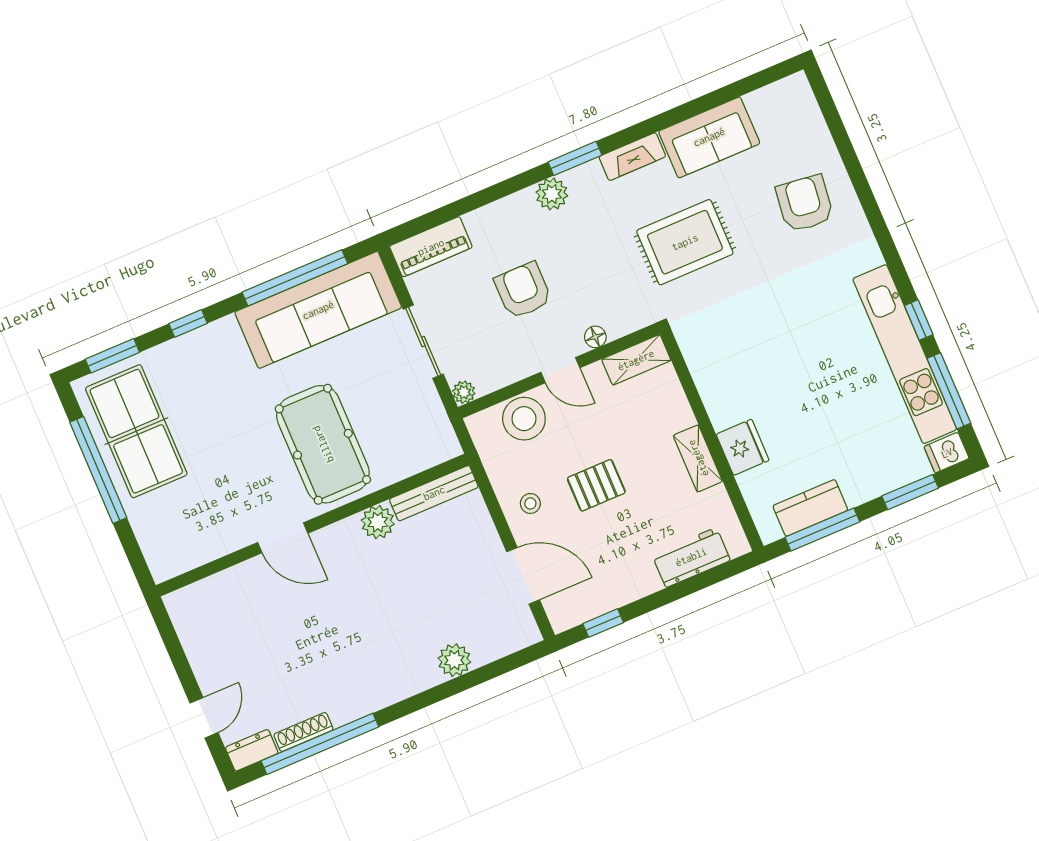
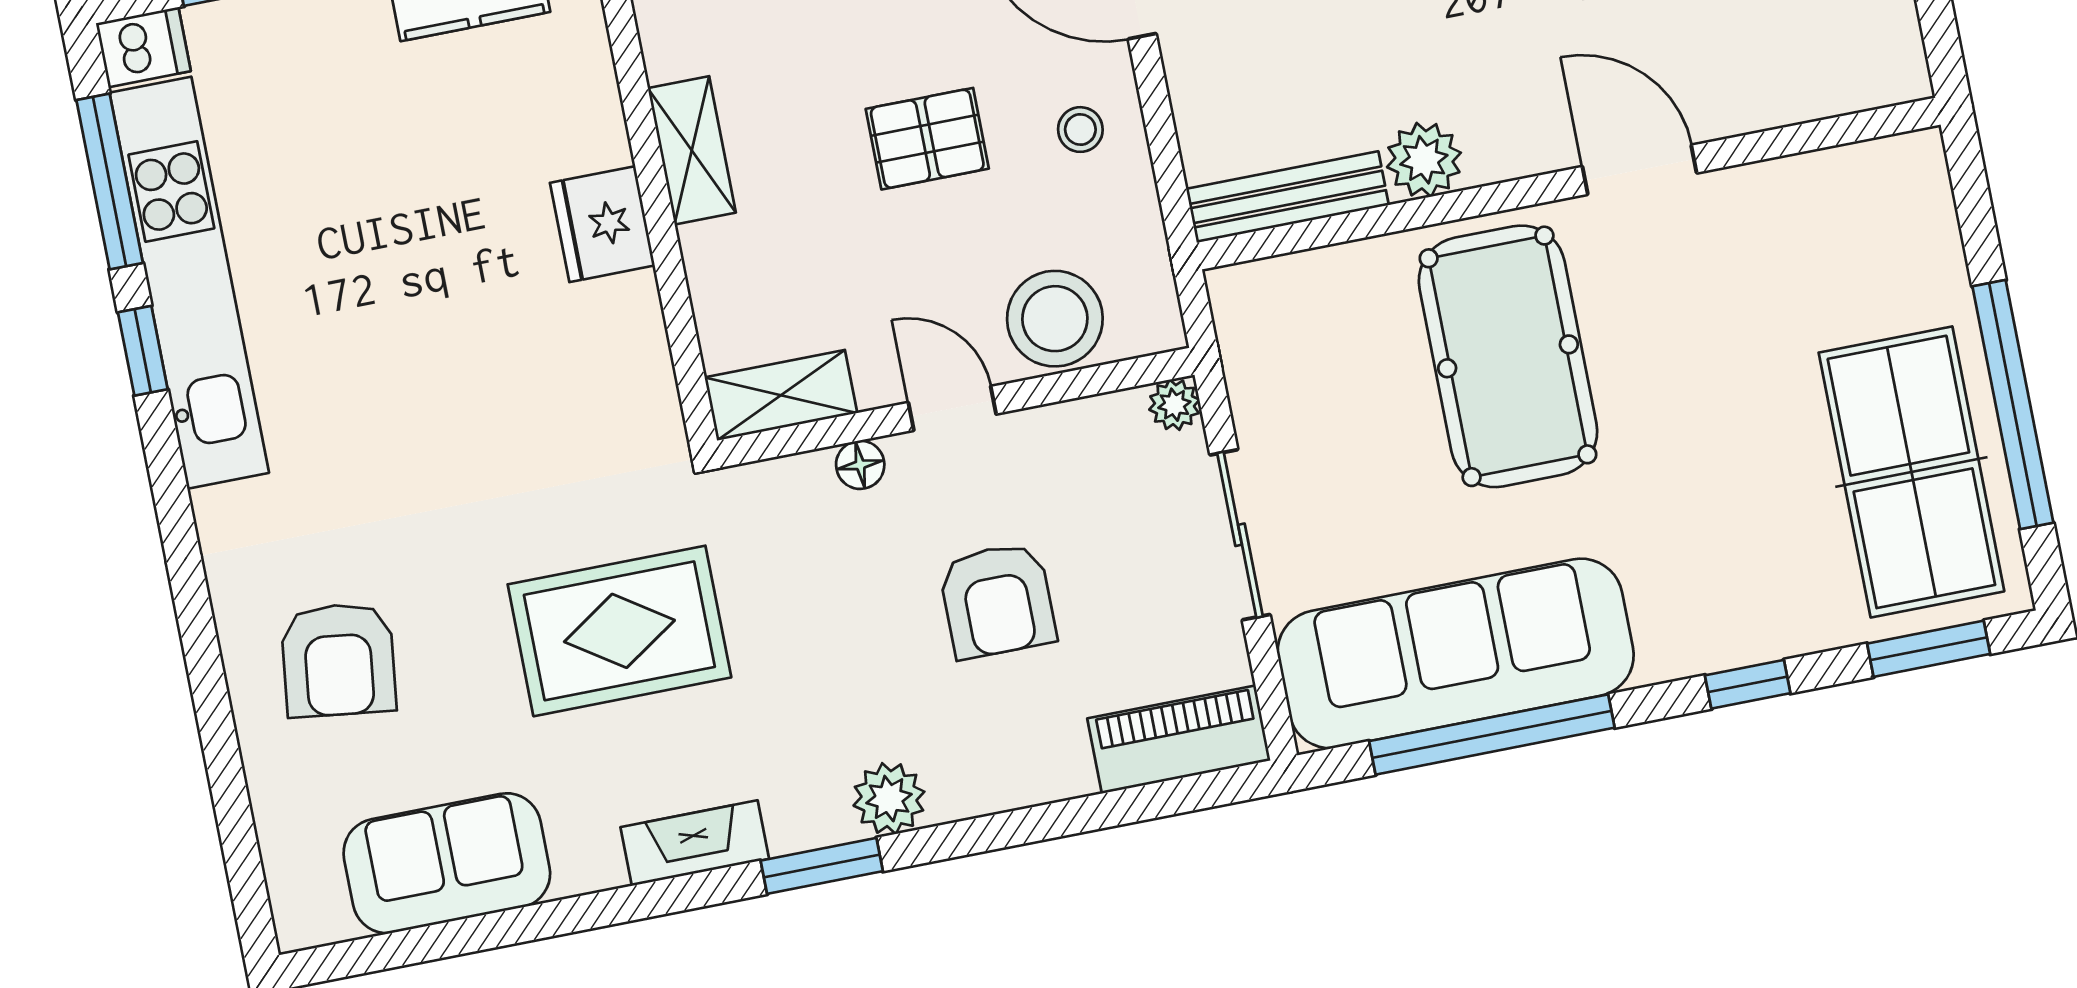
sofa: (709, 137) -> (447, 863), moved
fridge: (743, 447) -> (602, 224), moved

